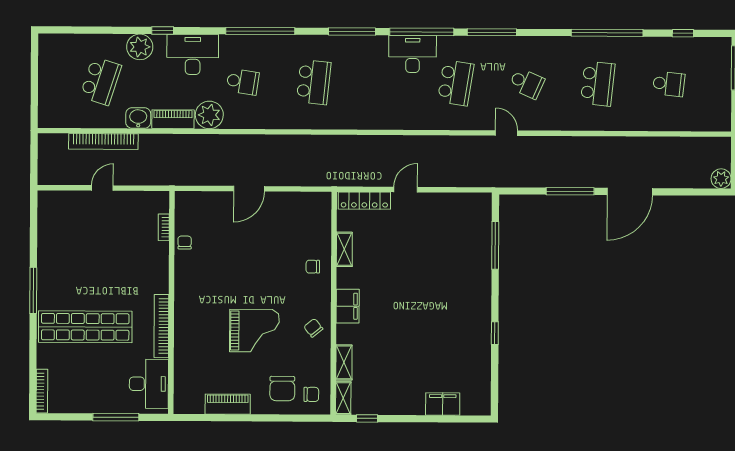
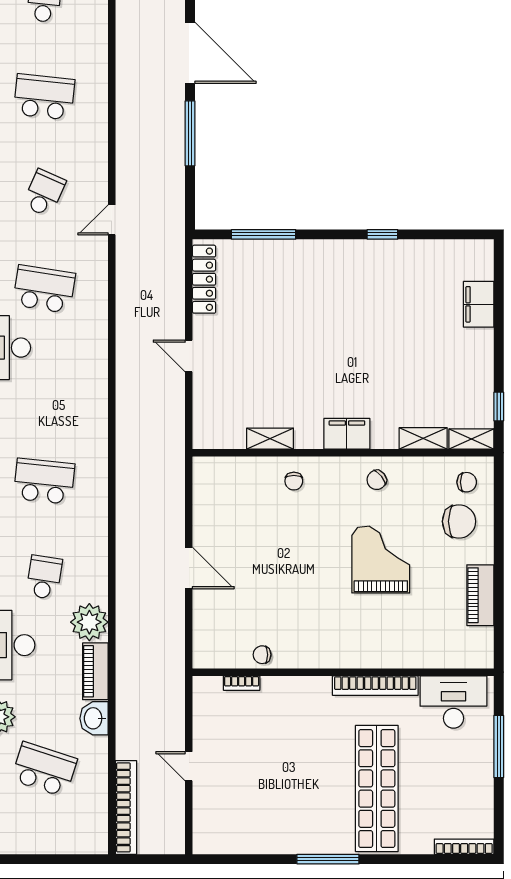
bookcase: (103, 141) -> (126, 807), moved
locker: (364, 201) -> (204, 279), moved
chair: (311, 394) -> (467, 482), turned 90

